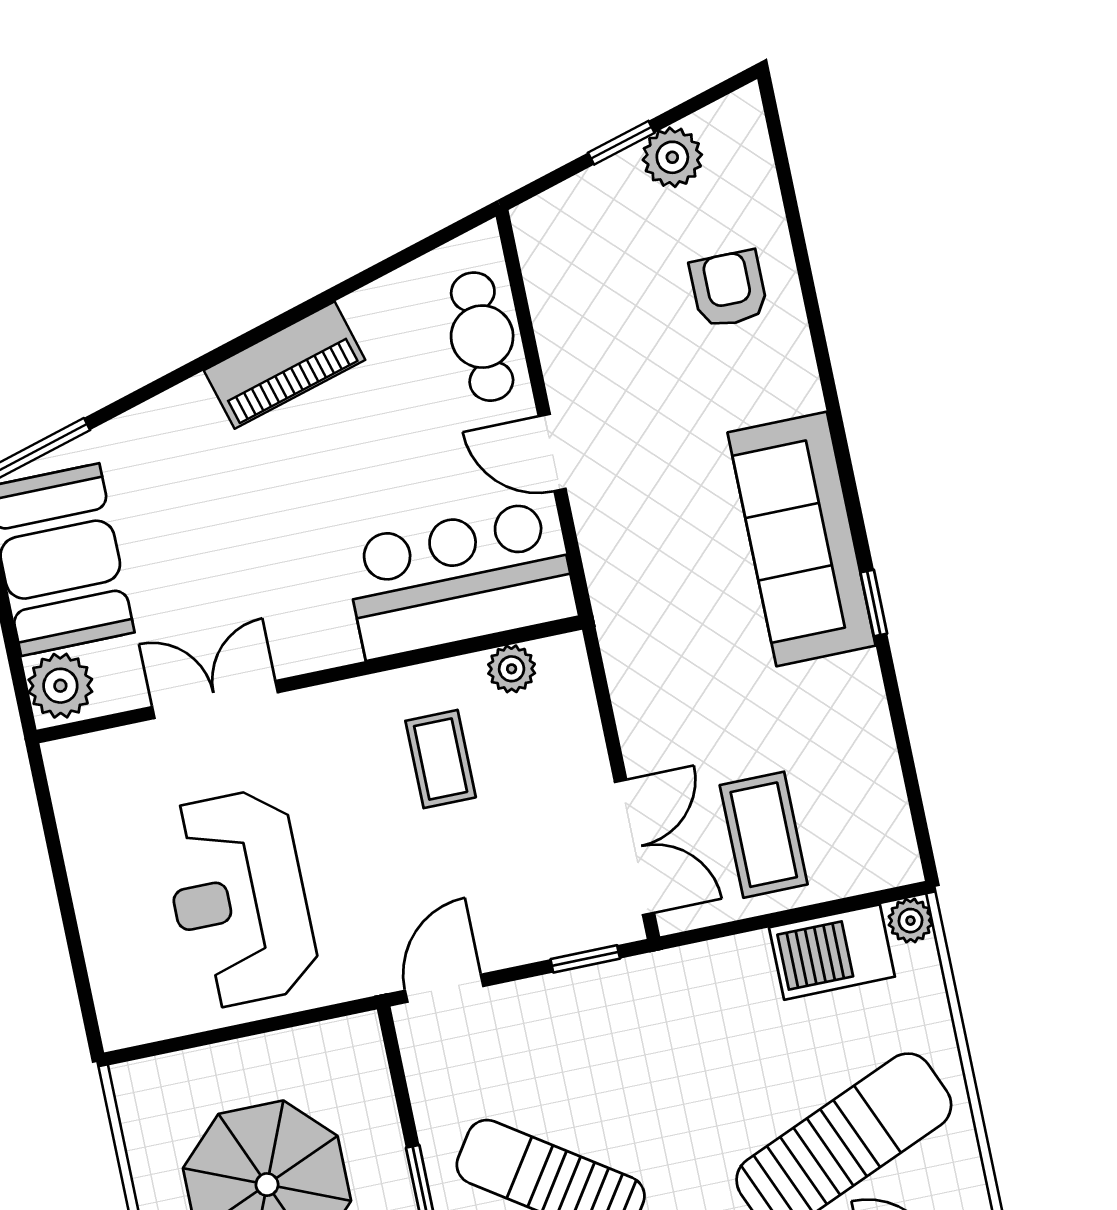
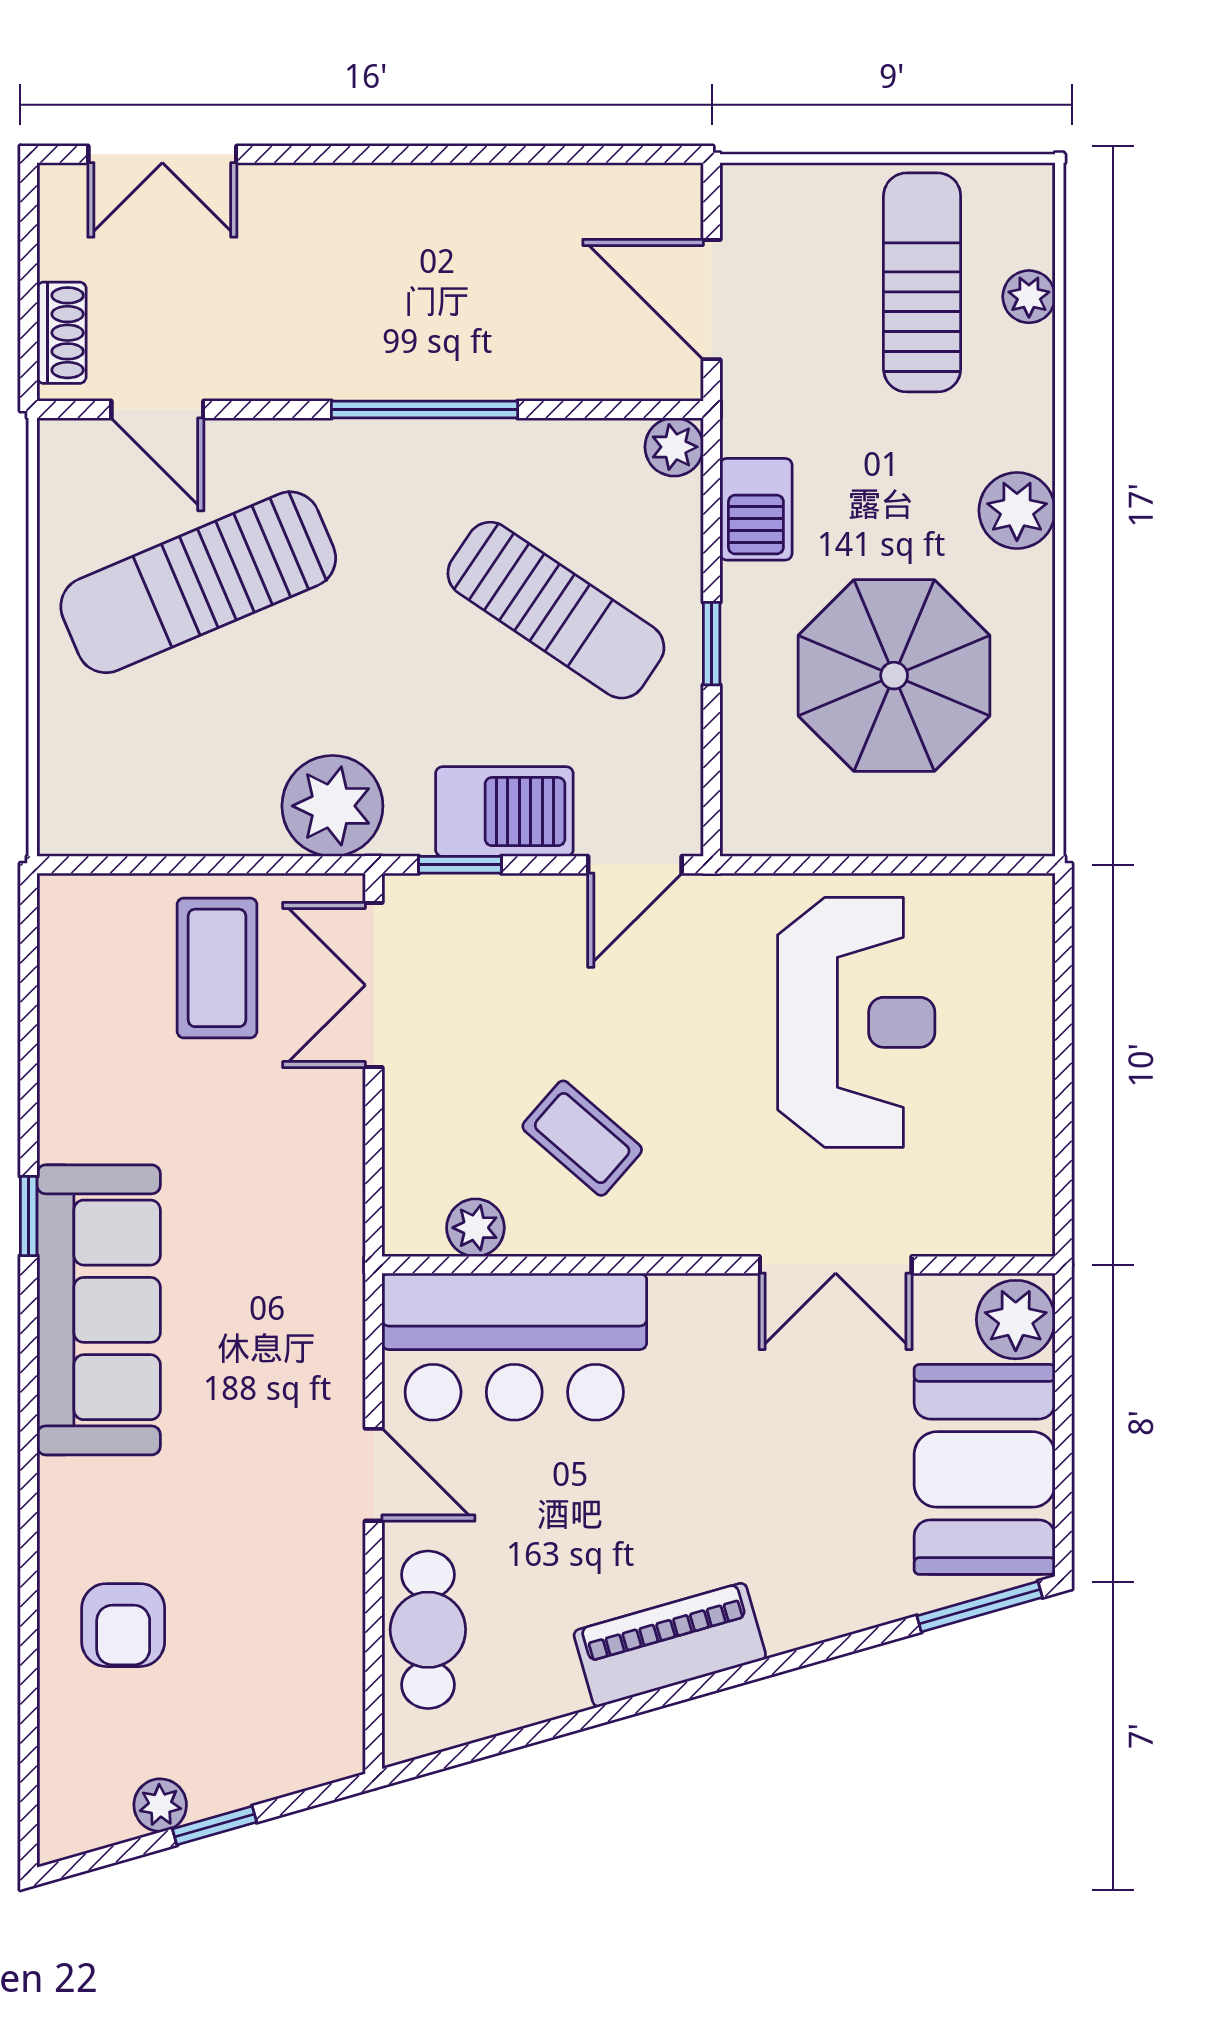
plant: (672, 157) -> (160, 1805), width x0.73, depth x0.73
coffee table: (441, 759) -> (582, 1138), turned -49
plant: (910, 921) -> (332, 806), moved, width x1.87, depth x1.87
barbecue: (832, 952) -> (504, 812), moved

